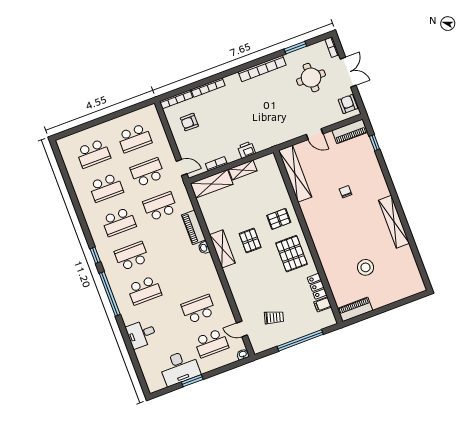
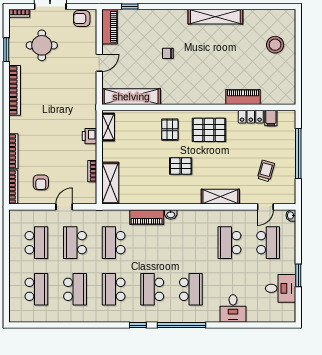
door: (182, 167) -> (64, 207), moved
shelving: (243, 170) -> (108, 127), moved
school desk: (119, 222) -> (114, 289), turned 180
shelving: (222, 249) -> (220, 197), moved
stool: (365, 267) -> (275, 45), moved
piano: (355, 309) -> (243, 97), moved, turned 90
desk: (179, 368) -> (281, 288), width x0.73

